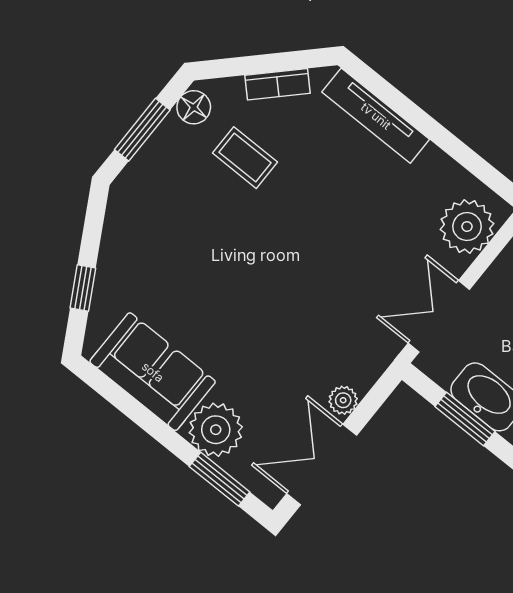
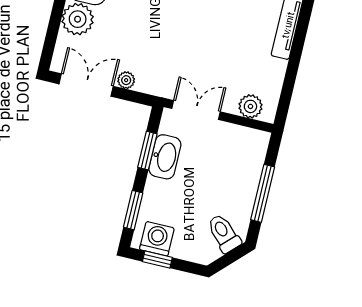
plant: (467, 227) -> (250, 106), width x0.73, depth x0.73
window: (220, 479) -> (52, 34), removed

